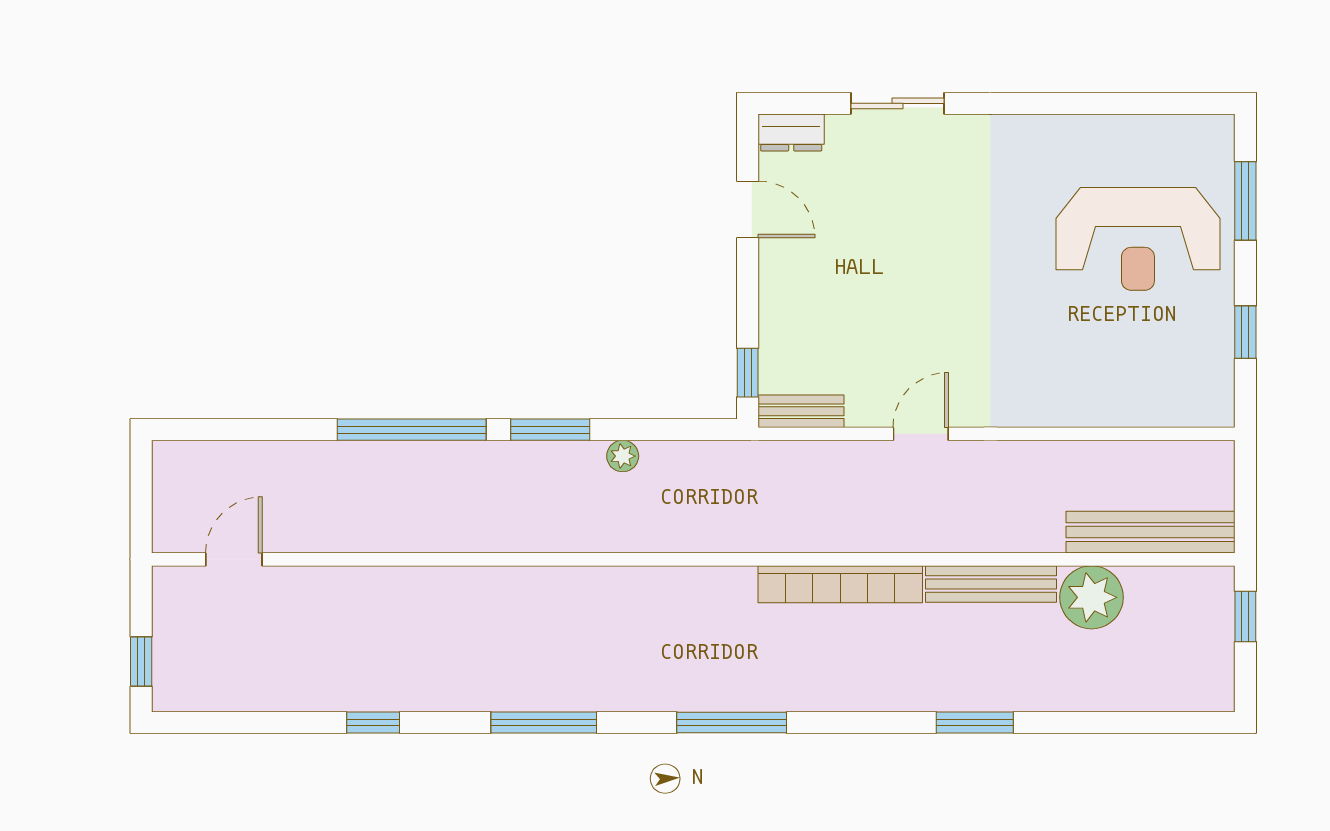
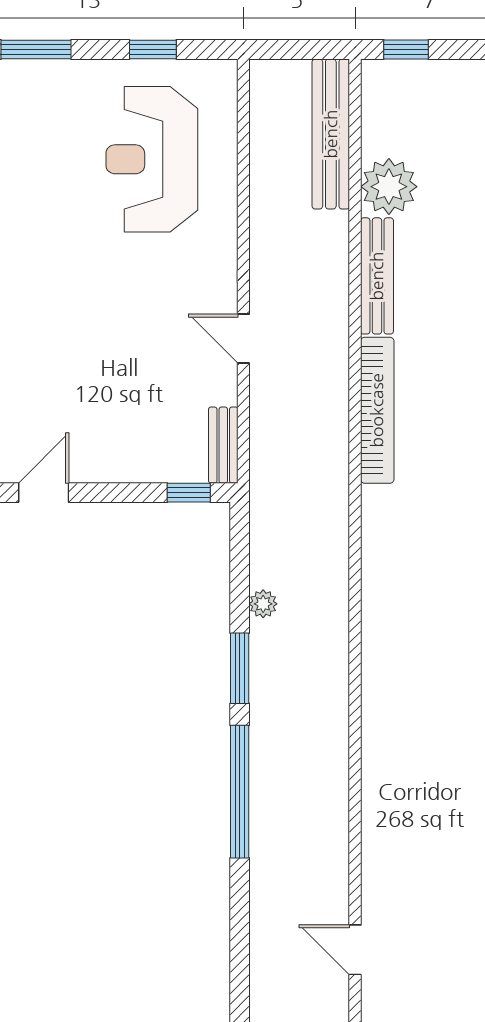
reception desk: (1138, 239) -> (152, 159), moved, turned 180

